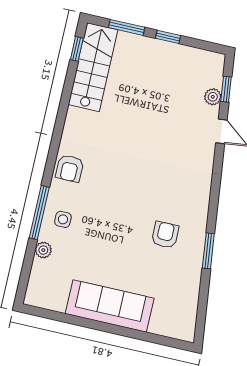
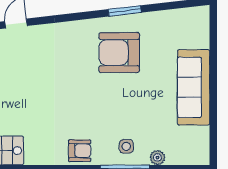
armchair: (165, 235) -> (119, 53), width x1.88, depth x1.88

